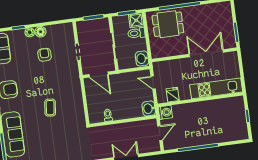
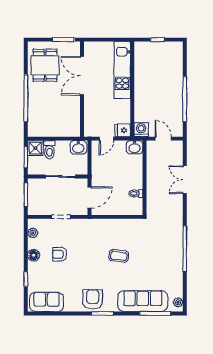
dining table: (168, 24) -> (45, 65), moved
plant: (30, 32) -> (33, 233), moved
fridge: (173, 95) -> (123, 130), moved

